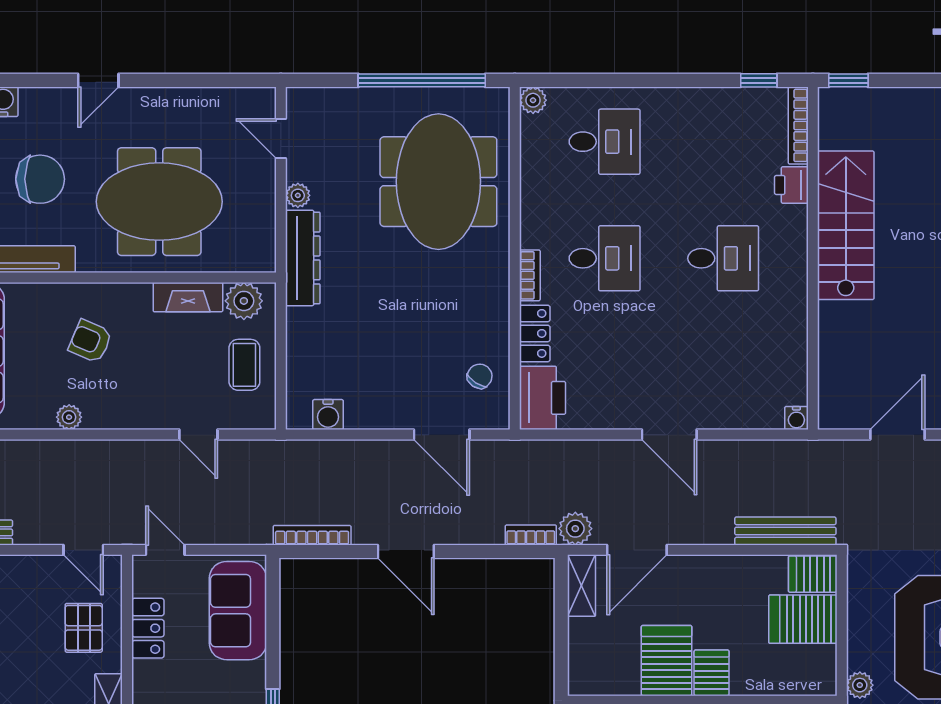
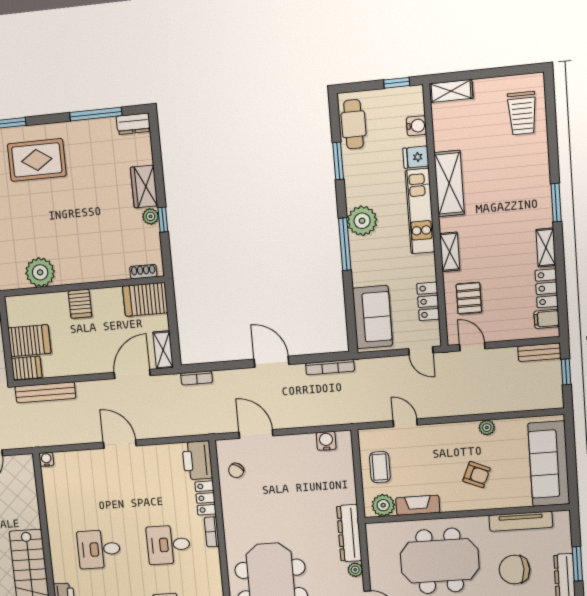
plant: (575, 529) -> (170, 384), removed
server rack: (667, 661) -> (145, 299), moved, turned 90

